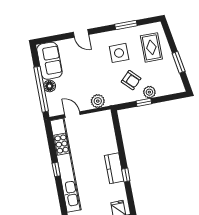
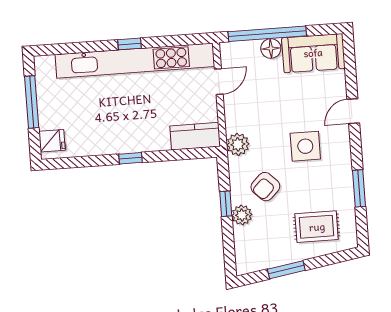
side table: (119, 53) -> (305, 146), moved
plant: (98, 101) -> (238, 144), moved
kitchen counter: (114, 168) -> (195, 136), moved
window: (126, 175) -> (131, 158), moved

